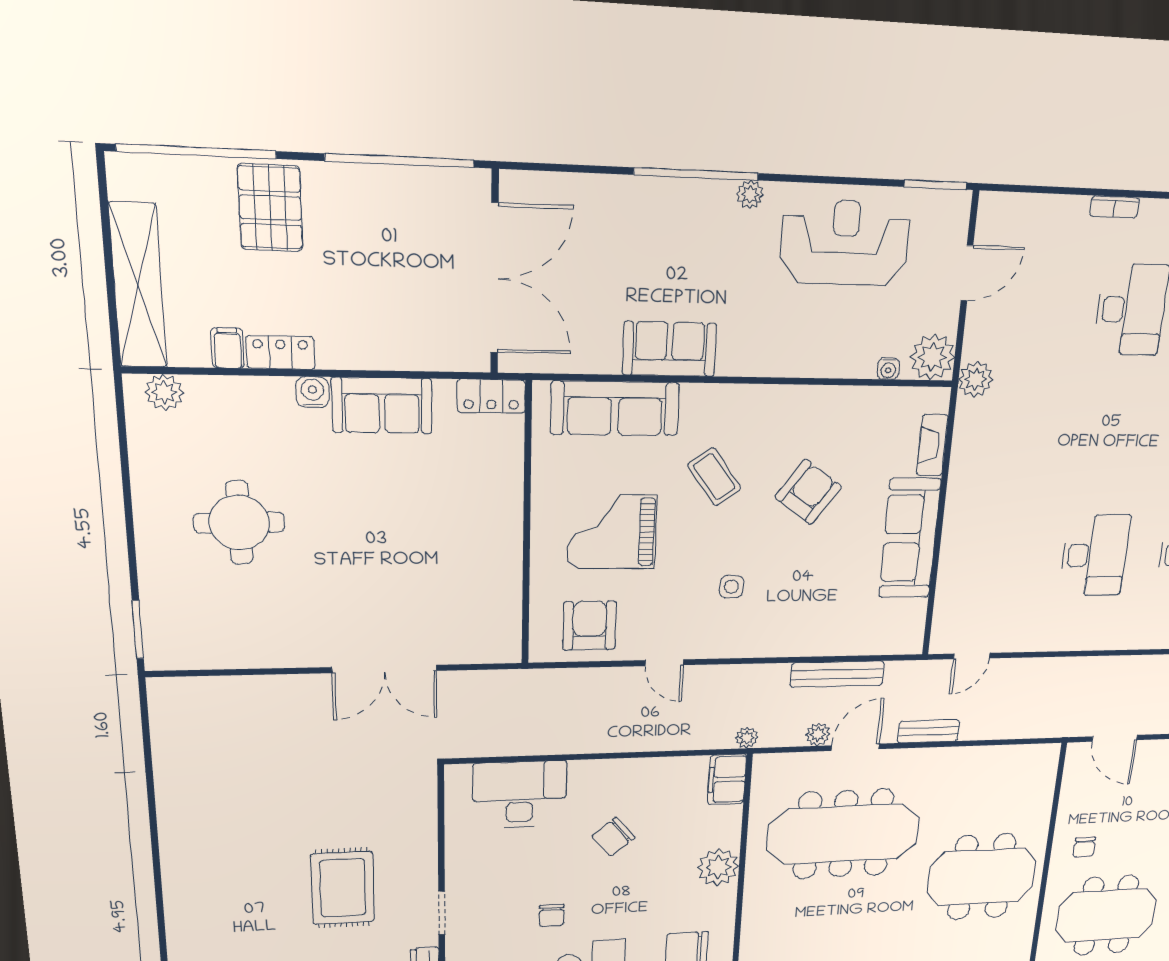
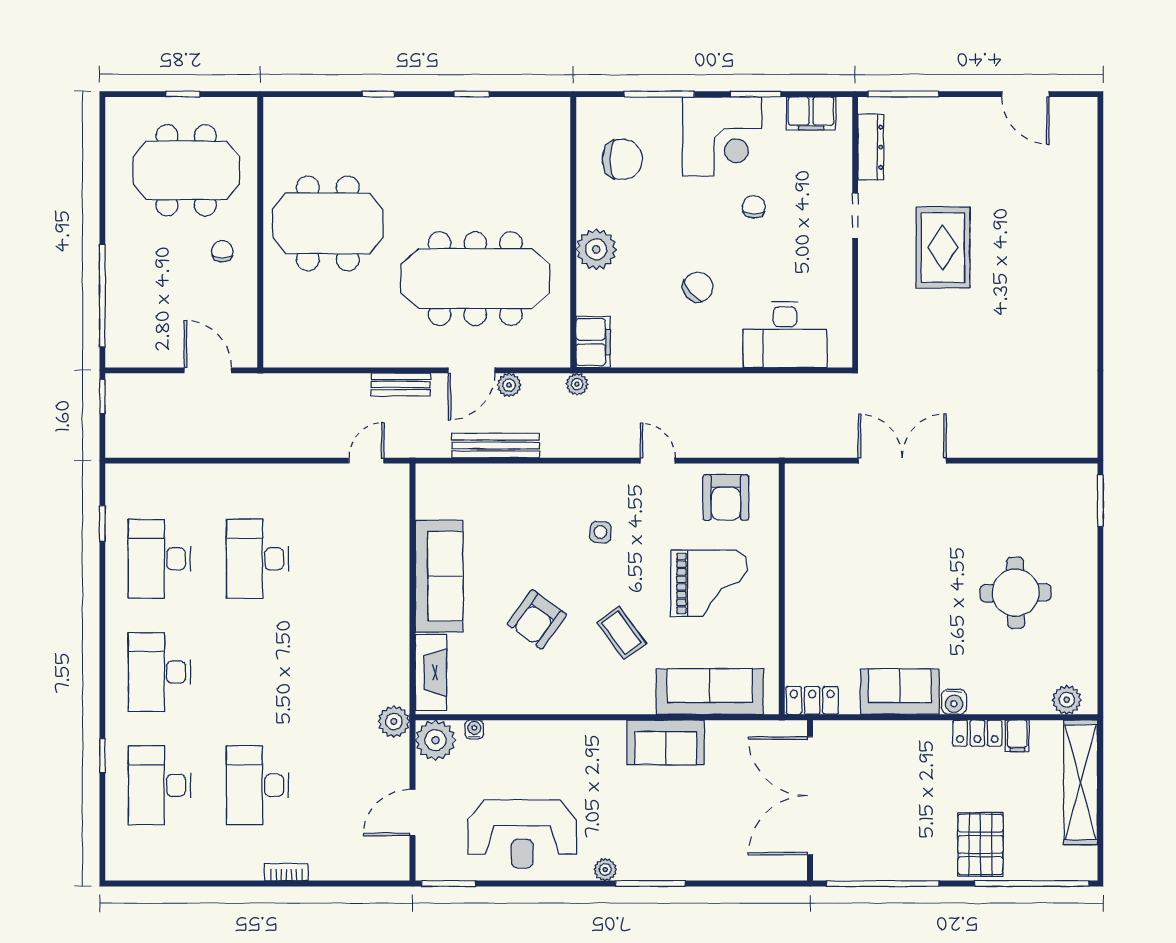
window: (696, 174) -> (650, 884), width x0.68
fireplace: (932, 445) -> (431, 672), width x1.37, depth x1.32

